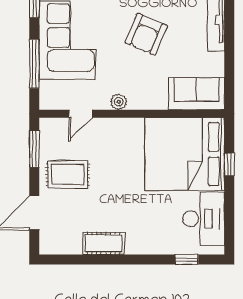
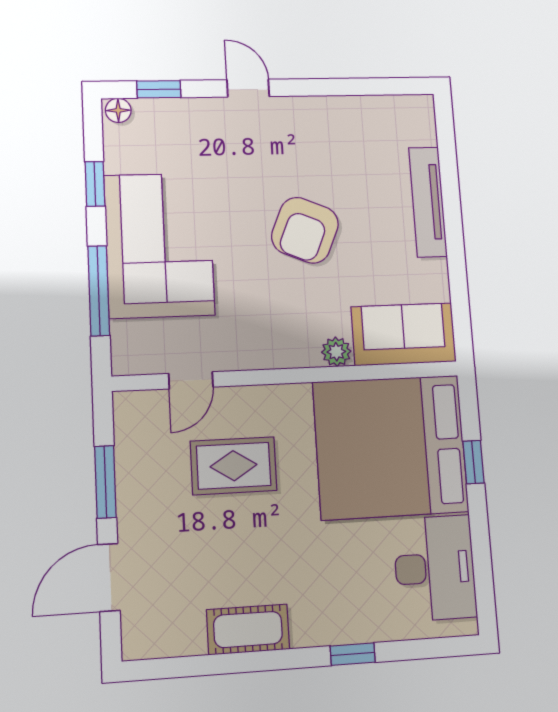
plant: (119, 102) -> (336, 352), moved
window: (34, 149) -> (105, 482), moved
rug: (68, 174) -> (234, 466), moved
window: (187, 259) -> (353, 654), moved

